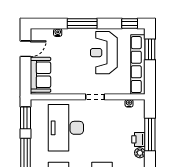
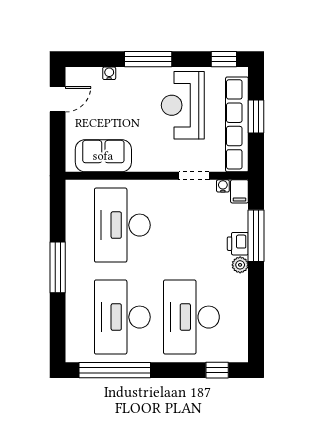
window: (150, 49) -> (256, 116), moved
sofa: (40, 75) -> (103, 156), moved, turned -90
doorway: (95, 97) -> (194, 176), moved
filing cabinet: (139, 107) -> (239, 191), added
window: (25, 118) -> (58, 209), removed

